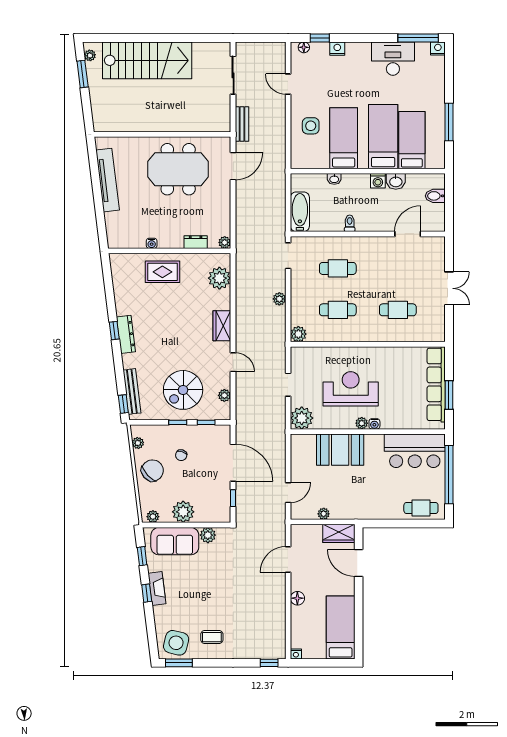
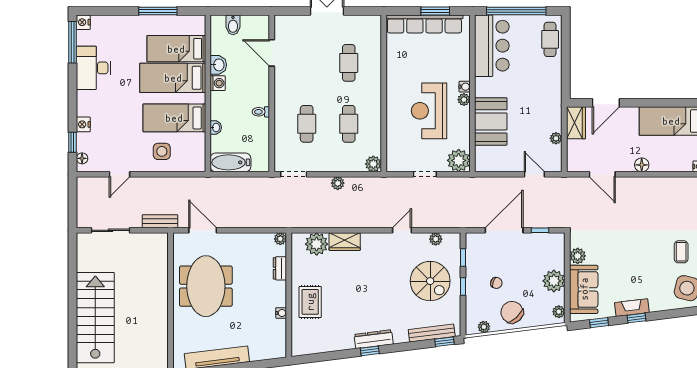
bathtub: (300, 212) -> (231, 162), moved
wardrobe: (222, 326) -> (345, 242), moved

